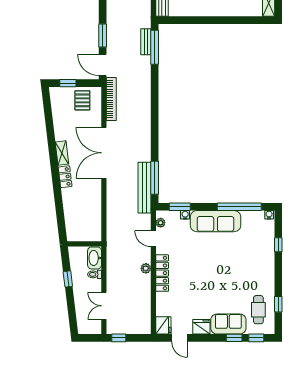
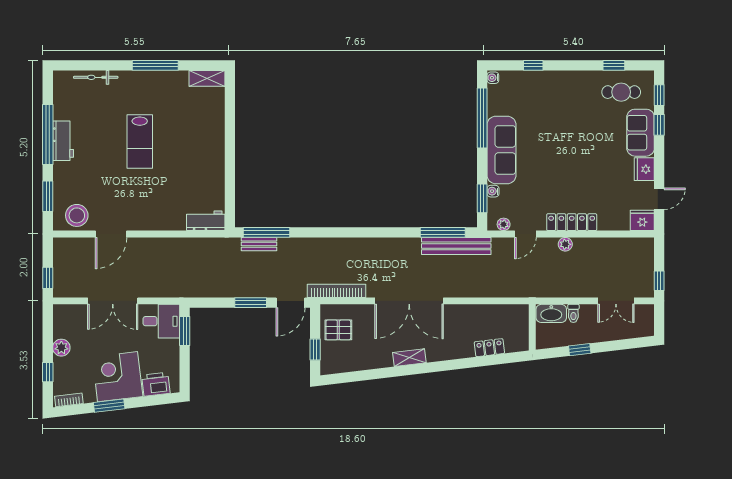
locker: (65, 177) -> (489, 348), moved

